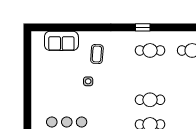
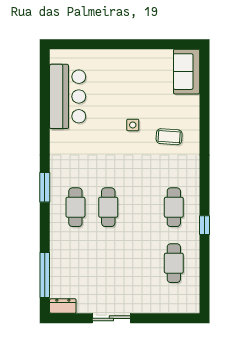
window: (143, 27) -> (204, 225), moved
sofa: (61, 41) -> (187, 72), moved

